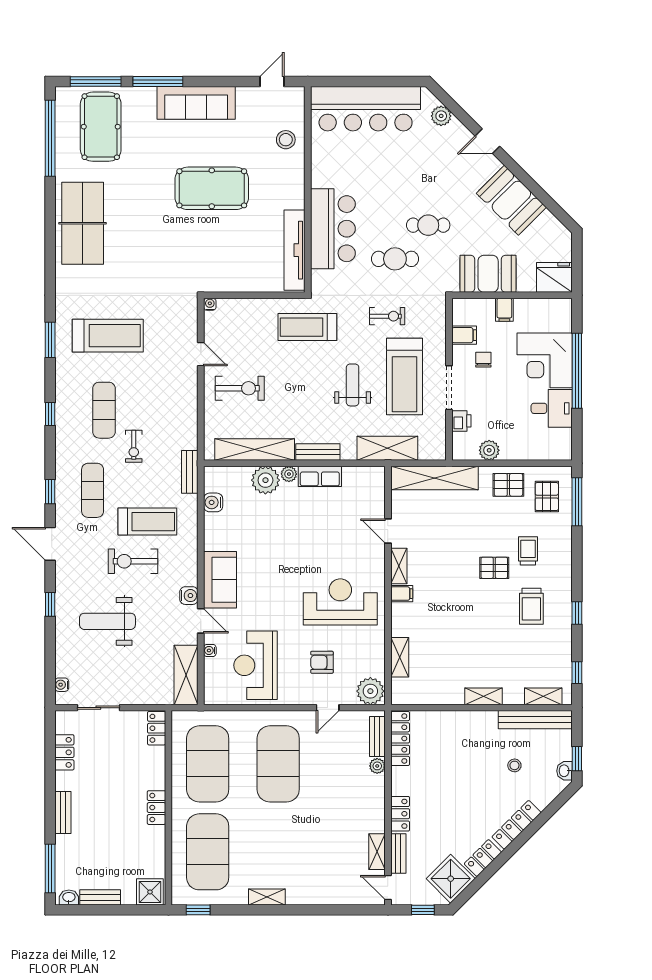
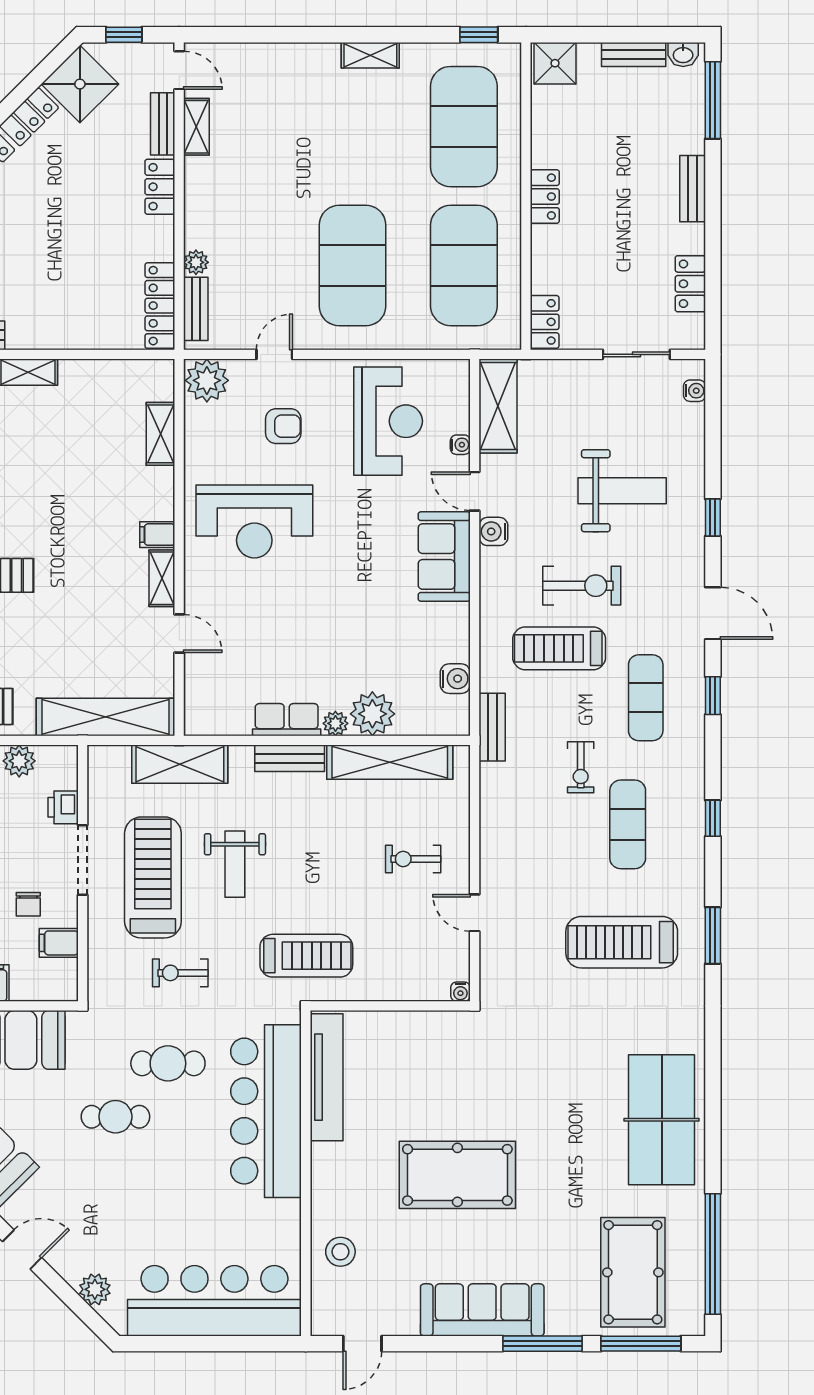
bar counter: (333, 229) -> (266, 1111), width x1.36
exercise bike: (240, 388) -> (413, 859), width x0.73, depth x0.72
exercise bike: (134, 446) -> (581, 767), turned 180

